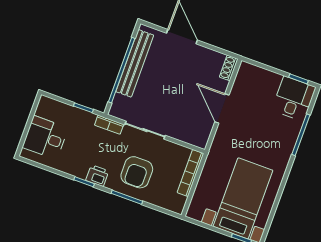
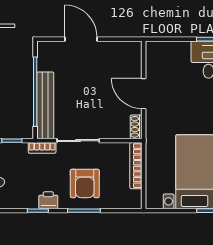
bench: (135, 63) -> (45, 105), moved
shoe rack: (229, 68) -> (136, 127), moved

